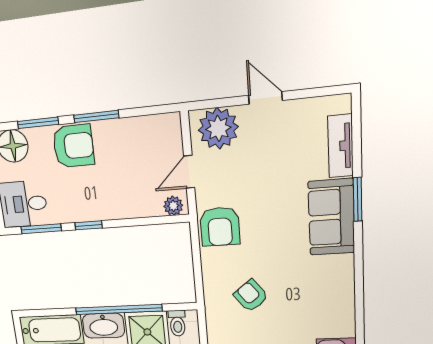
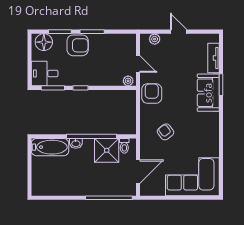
plant: (218, 128) -> (155, 39), width x0.53, depth x0.53
door: (189, 172) -> (138, 64), swing flipped
armchair: (220, 227) -> (152, 94), turned 180
washbasin: (103, 326) -> (76, 143), width x0.52, depth x0.69

